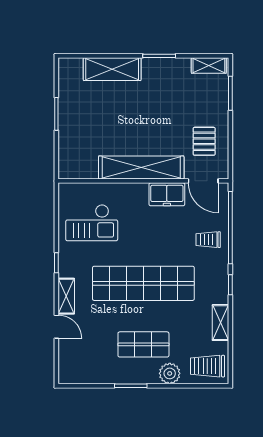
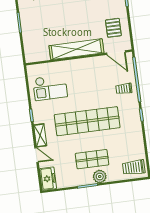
freezer: (167, 194) -> (48, 179), moved, turned -90
shelving: (220, 323) -> (138, 139), removed
plant: (170, 373) -> (100, 177), moved

